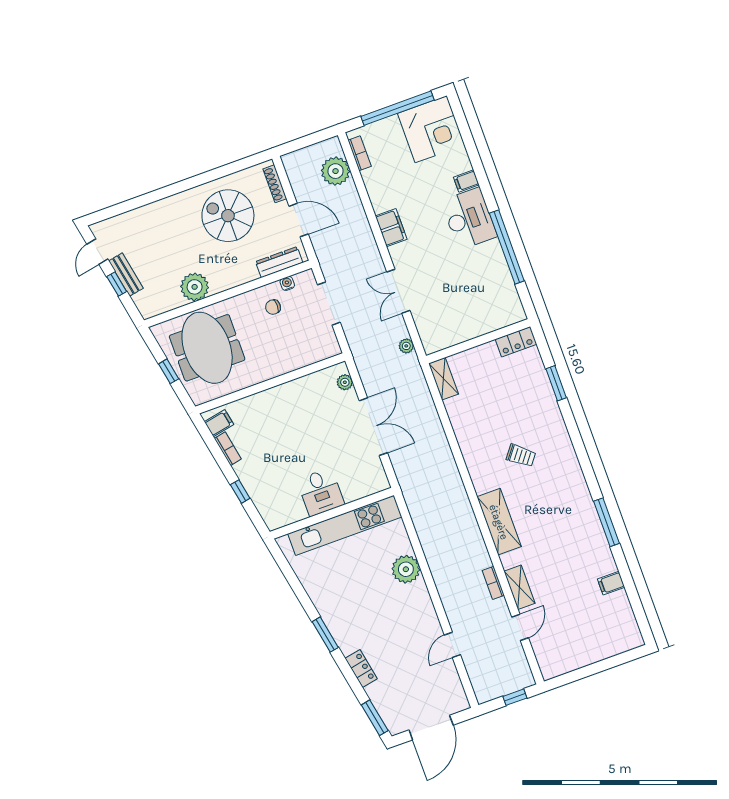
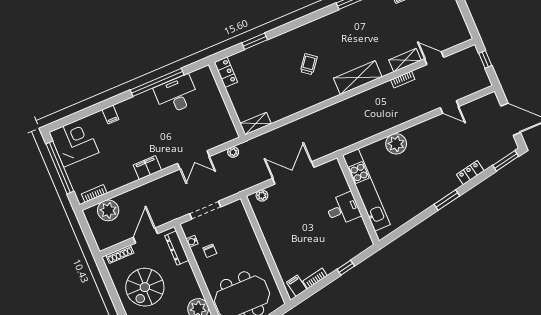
desk: (469, 219) -> (176, 95), moved

